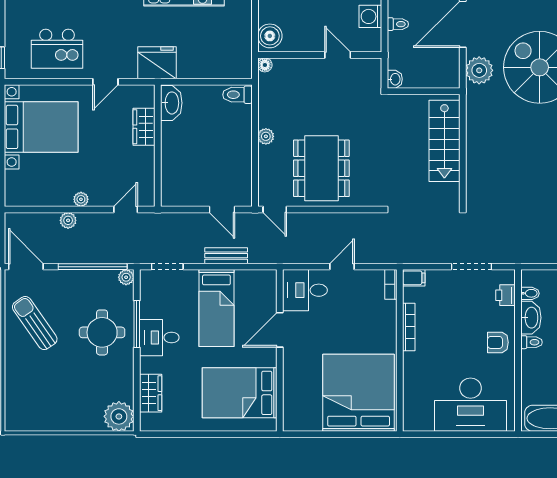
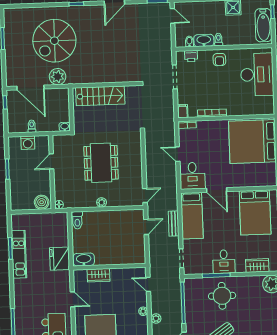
fridge: (157, 63) -> (60, 259), moved
dining table: (321, 168) -> (101, 163), moved, turned 90
plant: (126, 277) -> (189, 283), removed
bed: (216, 308) -> (192, 216), moved, turned 90

